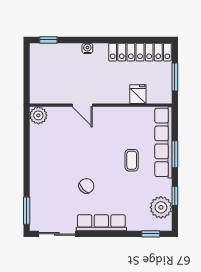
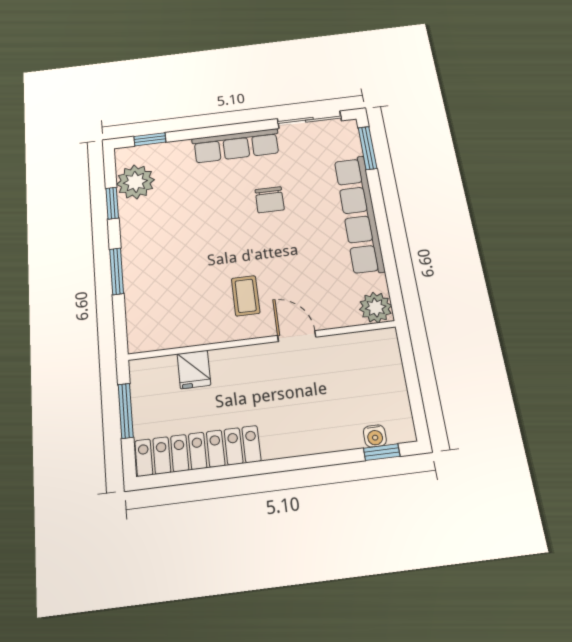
water cooler: (87, 48) -> (375, 436), moved
row of seats: (163, 142) -> (359, 214), moved, turned 180
coffee table: (132, 160) -> (246, 296), moved
chair: (86, 186) -> (270, 200), turned -47

